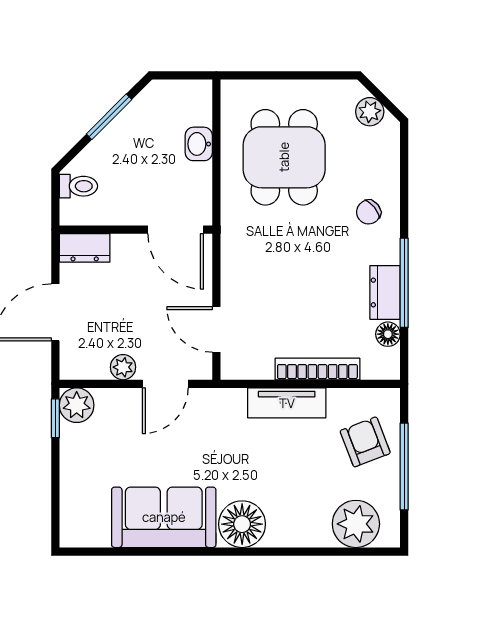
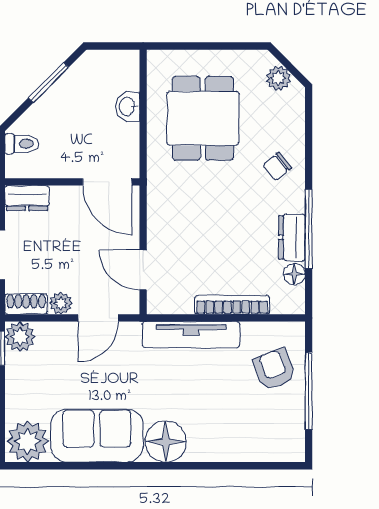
shoe rack: (84, 368) -> (26, 304), added
tv unit: (287, 403) -> (191, 335), width x1.41
plant: (356, 524) -> (28, 441), moved

